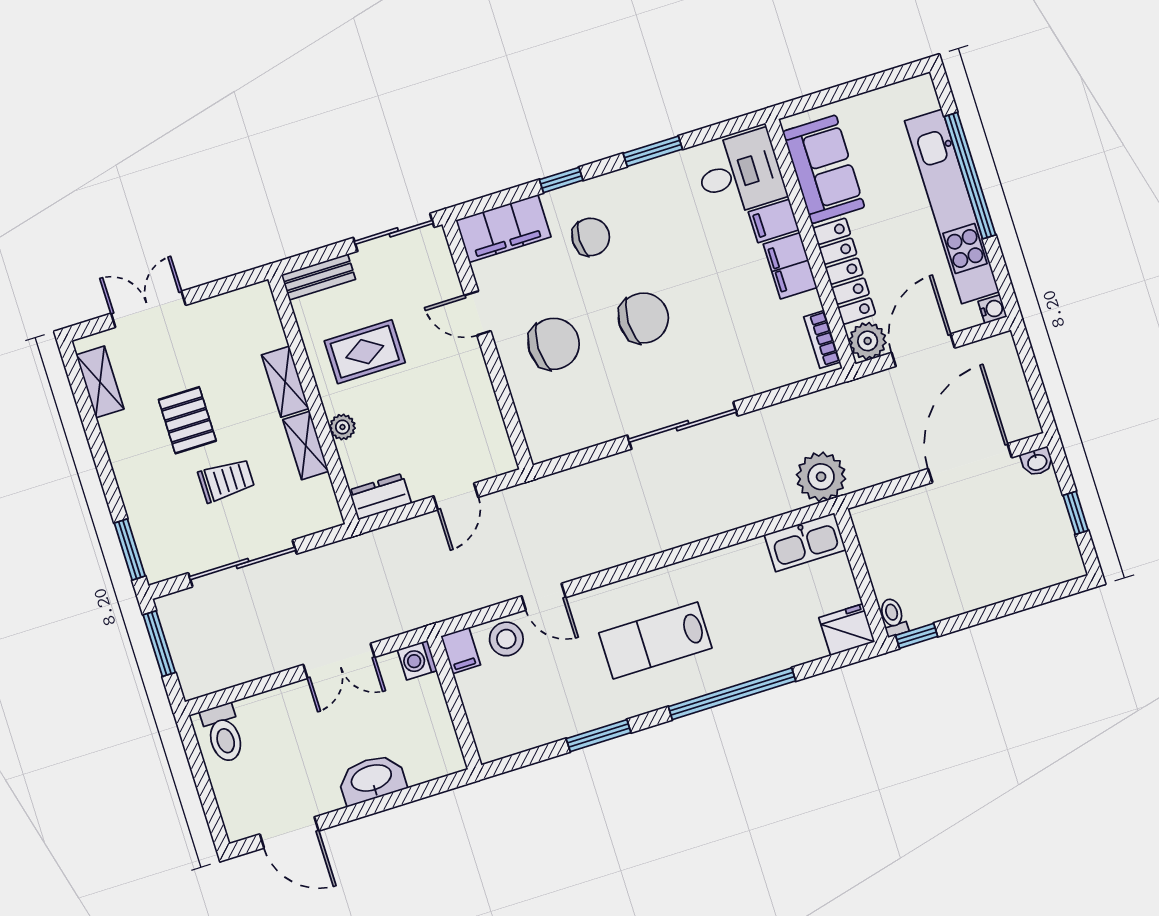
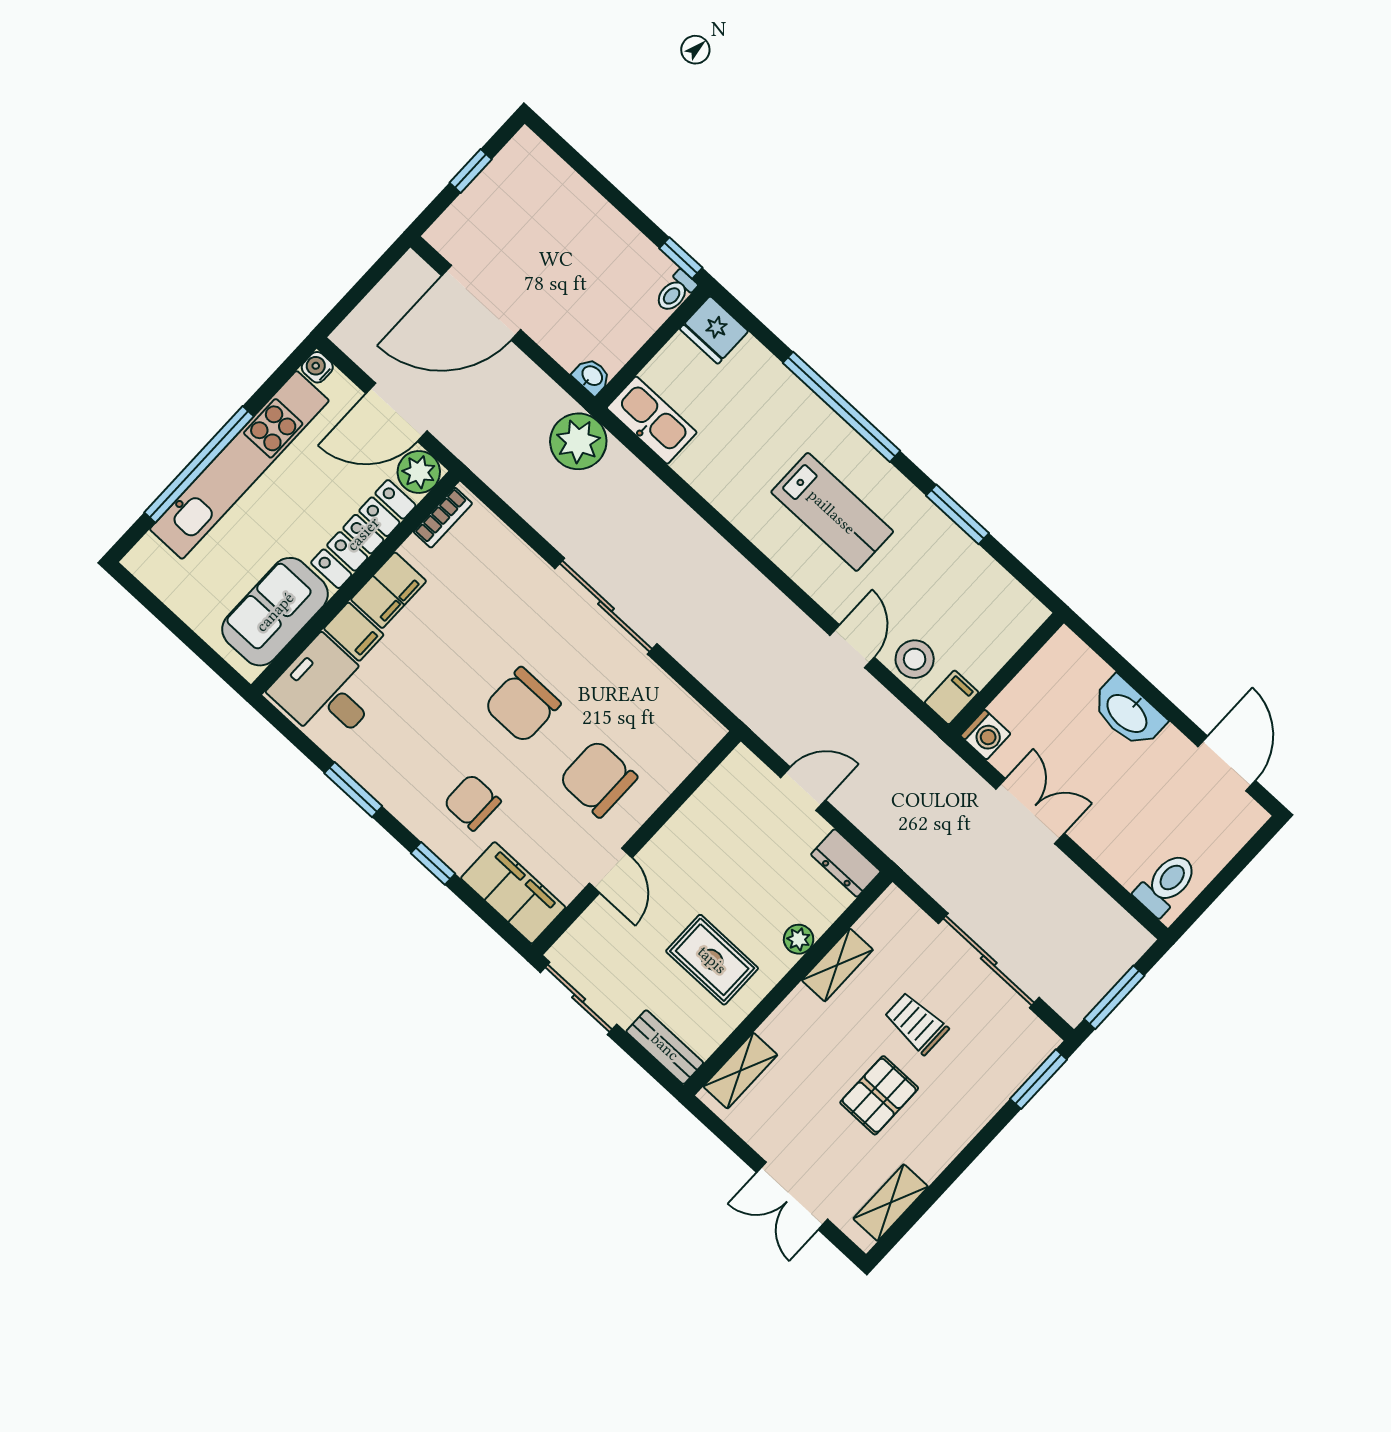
chair: (643, 318) -> (522, 705), turned -90
shelving: (285, 382) -> (740, 1071), moved
washbasin: (1037, 462) -> (592, 376), moved

